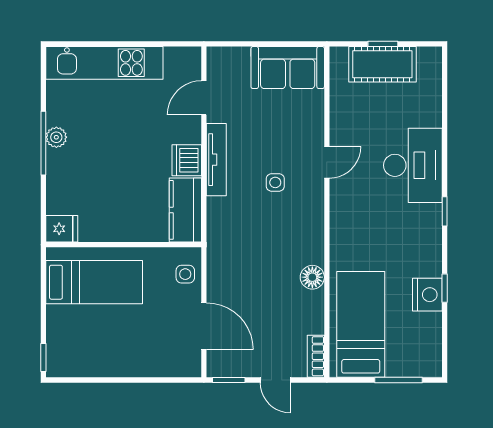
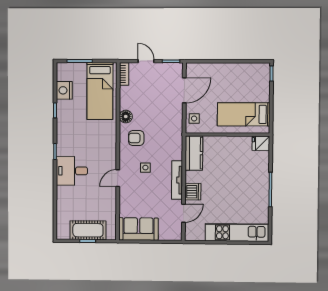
plant: (56, 137) -> (263, 193), removed
dishwasher: (187, 160) -> (193, 192), moved
desk: (413, 165) -> (72, 171), width x0.73
armchair: (293, 237) -> (136, 138), added
nightstand: (427, 295) -> (64, 90), moved
door: (204, 326) -> (184, 90), swing flipped

